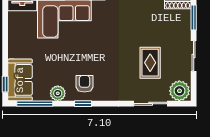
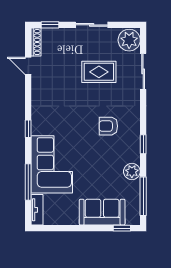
window: (194, 17) -> (50, 25), width x0.67
sofa: (20, 80) -> (102, 212), moved
armchair: (84, 84) -> (108, 126), moved

